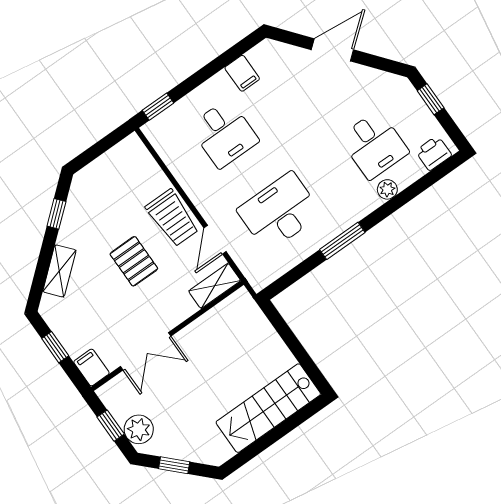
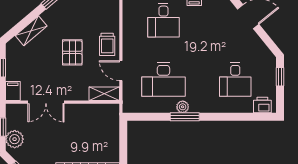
plant: (387, 189) -> (183, 107), moved
desk: (279, 212) -> (163, 80), turned 180
trolley: (172, 218) -> (107, 44), width x0.73, depth x0.72
door: (215, 240) -> (121, 71), hinge flipped

